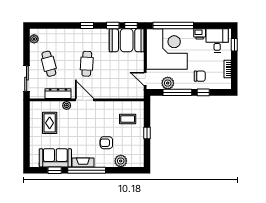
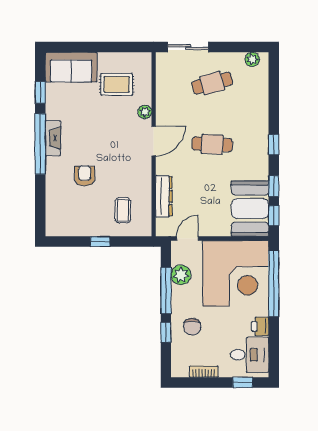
dresser: (58, 94) -> (164, 196), moved
sofa: (55, 158) -> (71, 67), moved, turned 90
plant: (121, 161) -> (55, 199), removed

